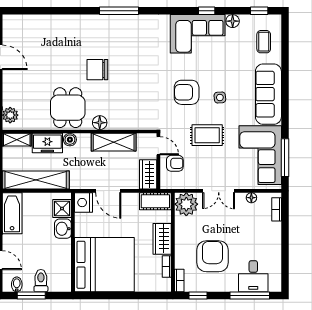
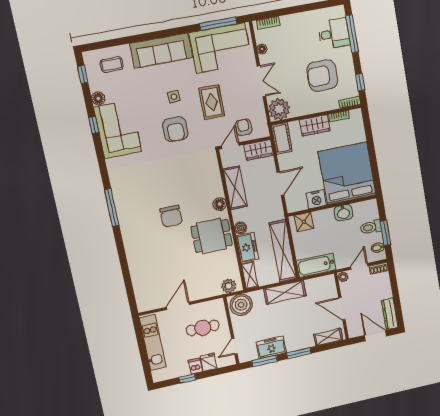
nightstand: (84, 203) -> (316, 199), moved
washbasin: (63, 229) -> (343, 213), moved

